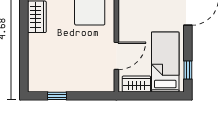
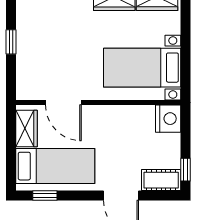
window: (57, 96) -> (11, 42), moved

